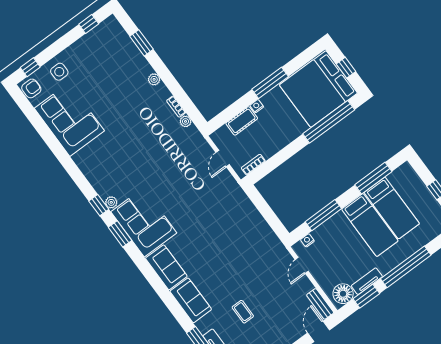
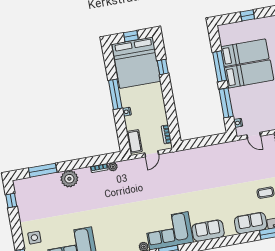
window: (141, 43) -> (43, 170), width x1.44
plant: (154, 79) -> (69, 179), width x1.88, depth x1.88
cot: (242, 121) -> (134, 141), moved
window: (329, 122) -> (163, 67), width x0.32
door: (223, 159) -> (152, 154), hinge flipped
window: (373, 178) -> (220, 66), moved
sofa: (191, 300) -> (251, 223), moved

